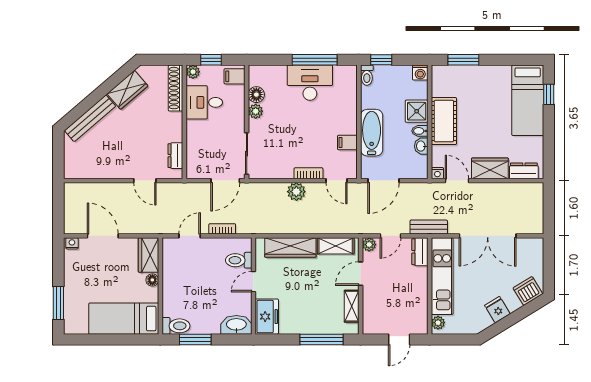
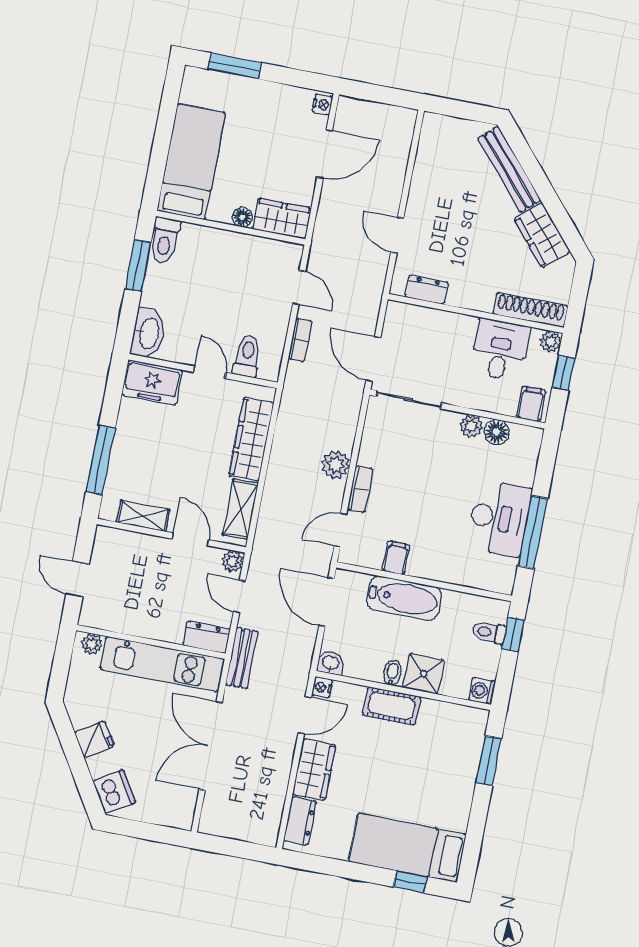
toilet: (367, 75) -> (489, 632), moved
cot: (444, 121) -> (392, 706), width x0.73, depth x0.75
washbasin: (421, 146) -> (331, 663), moved
door: (145, 181) -> (397, 235), hinge flipped

